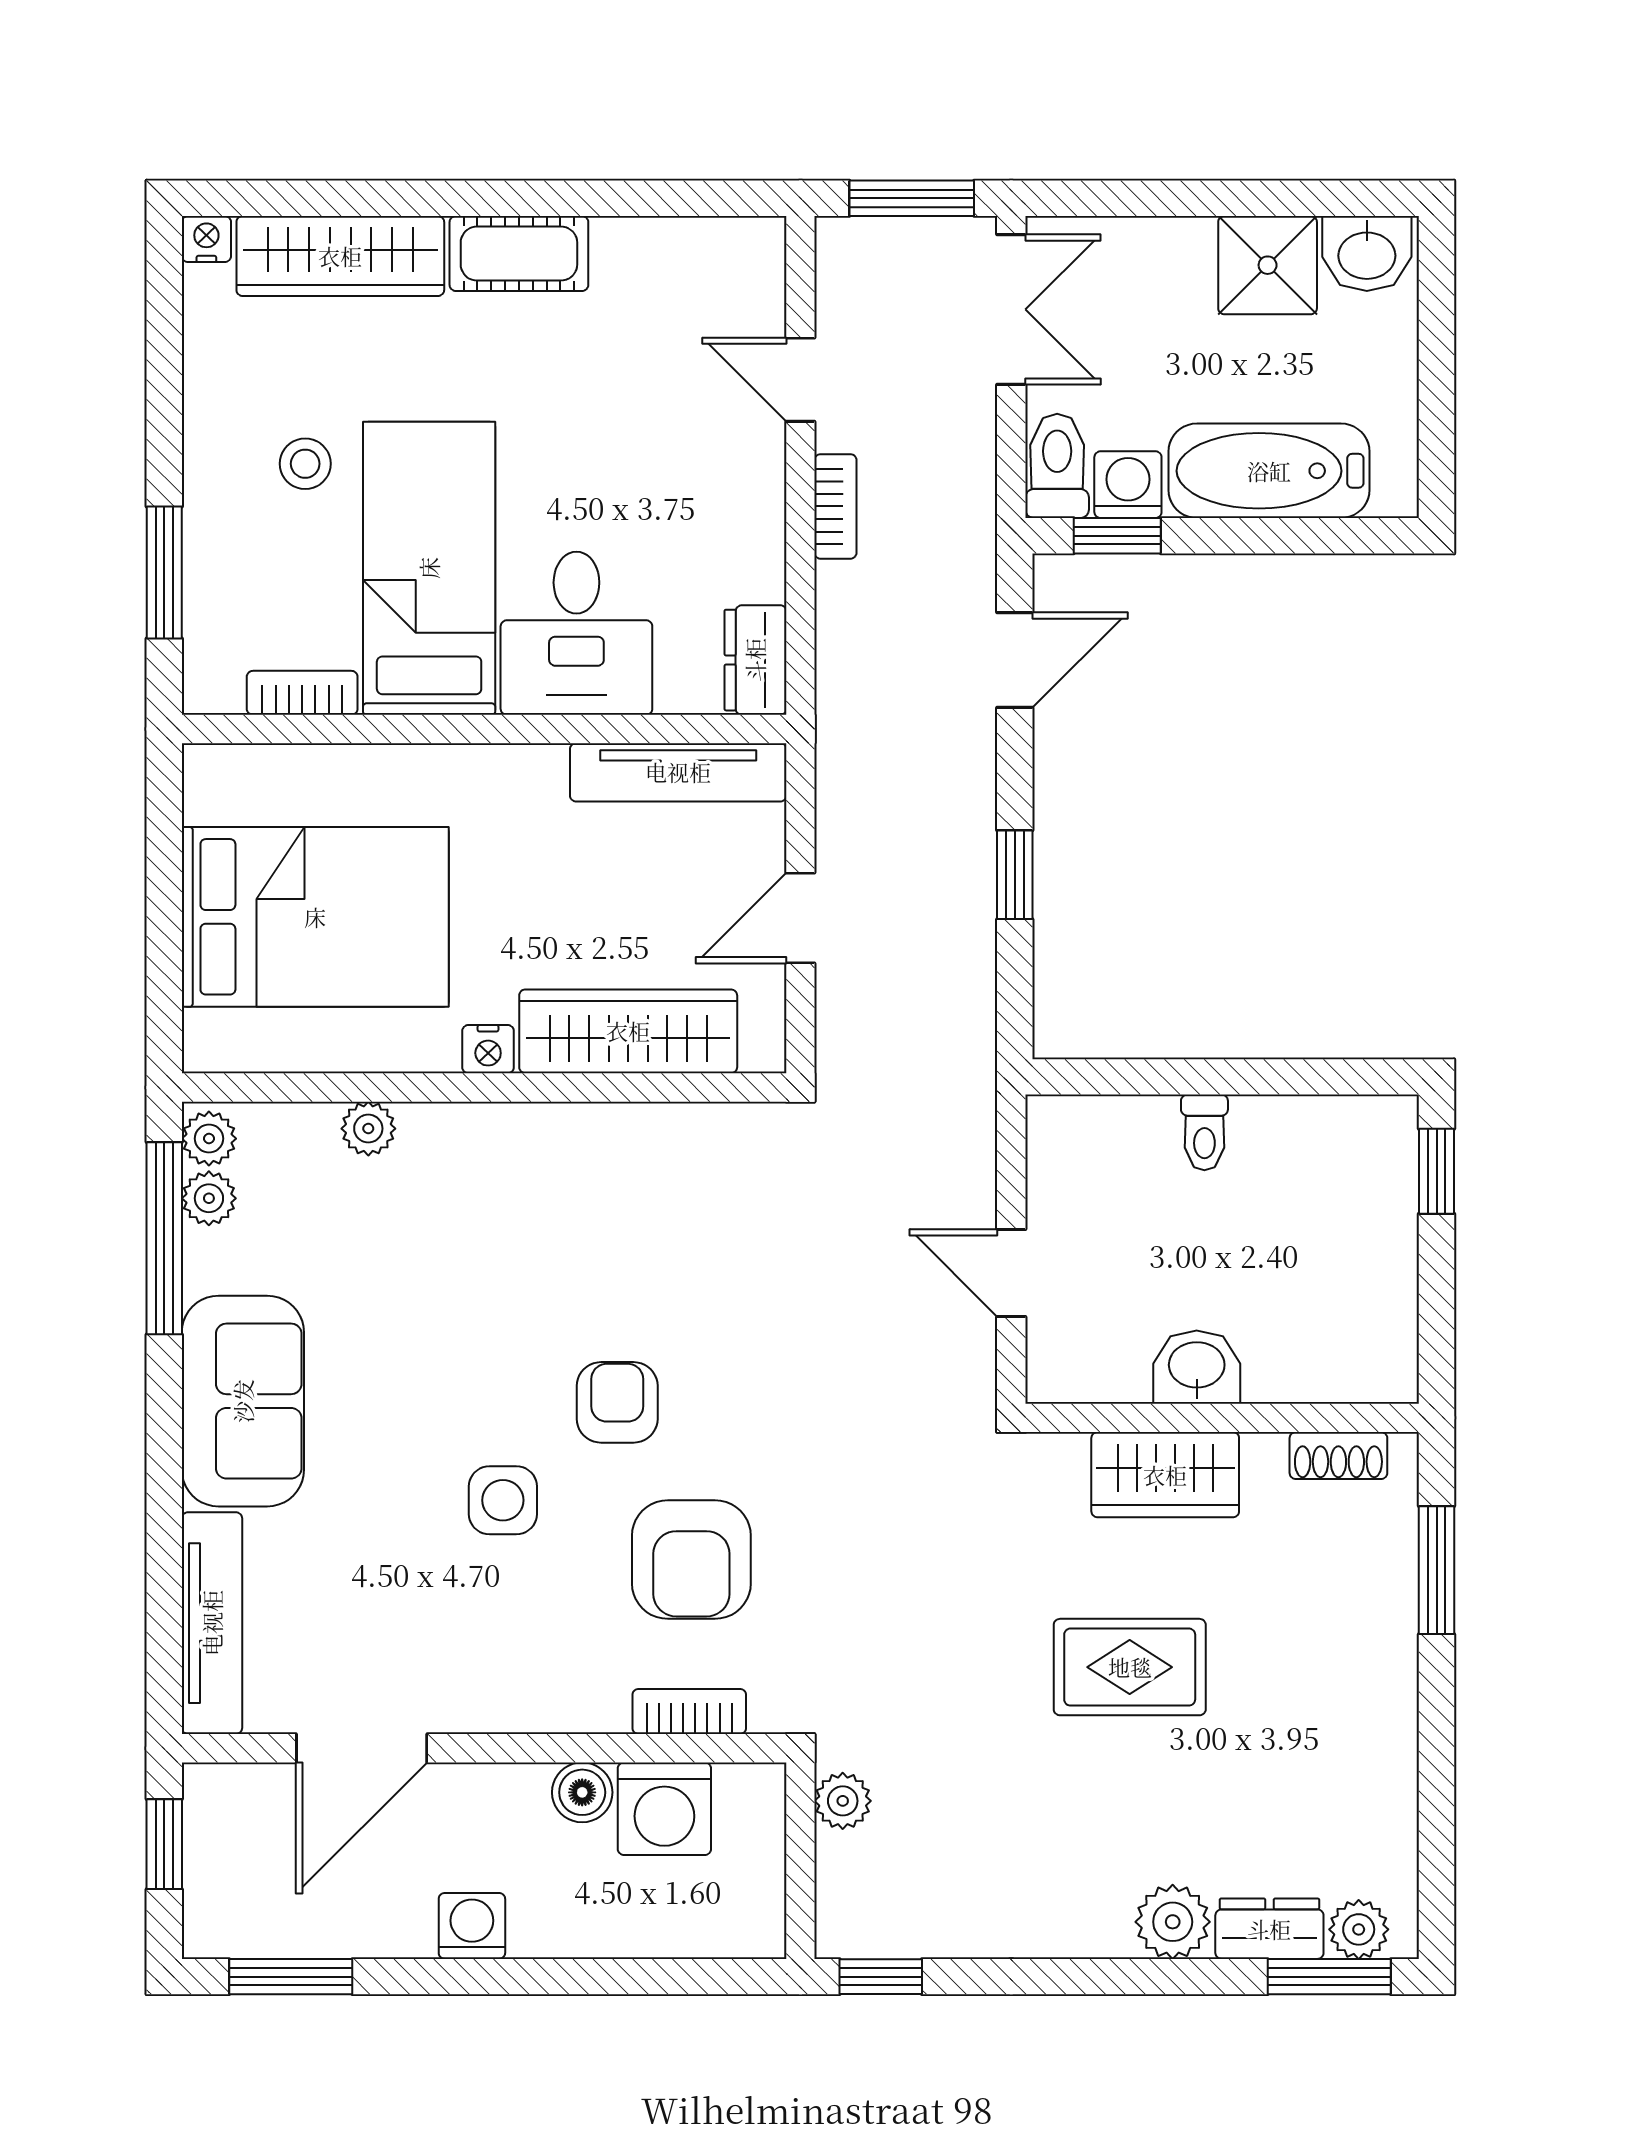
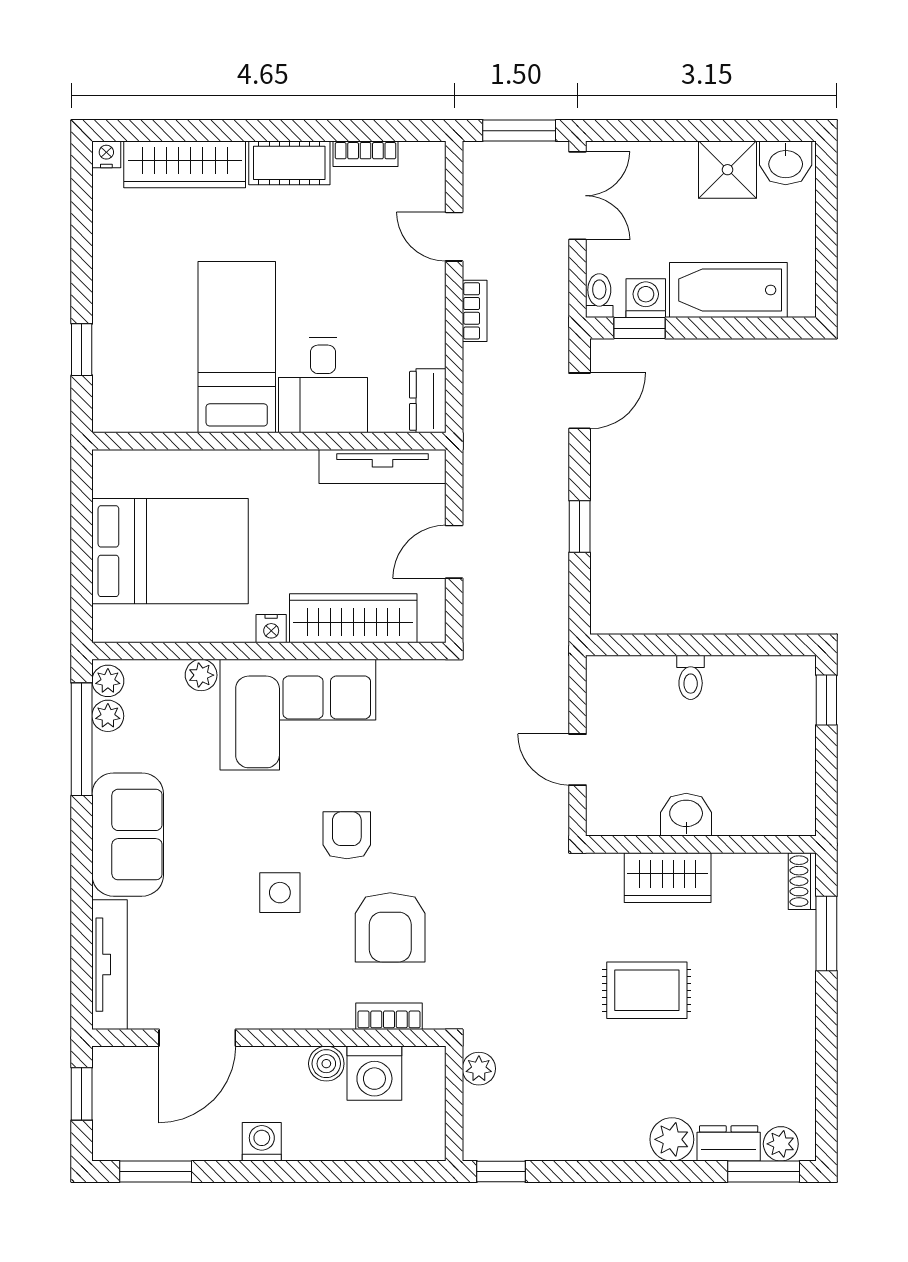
stool: (305, 464) -> (164, 286), removed
toilet: (1057, 466) -> (599, 296), width x0.73, depth x0.72
window: (164, 572) -> (82, 350), width x0.67
bookcase: (302, 693) -> (365, 154), moved, turned 180
corner sofa: (534, 1196) -> (298, 715), added
shoe rack: (1338, 1456) -> (802, 881), moved, turned 90

